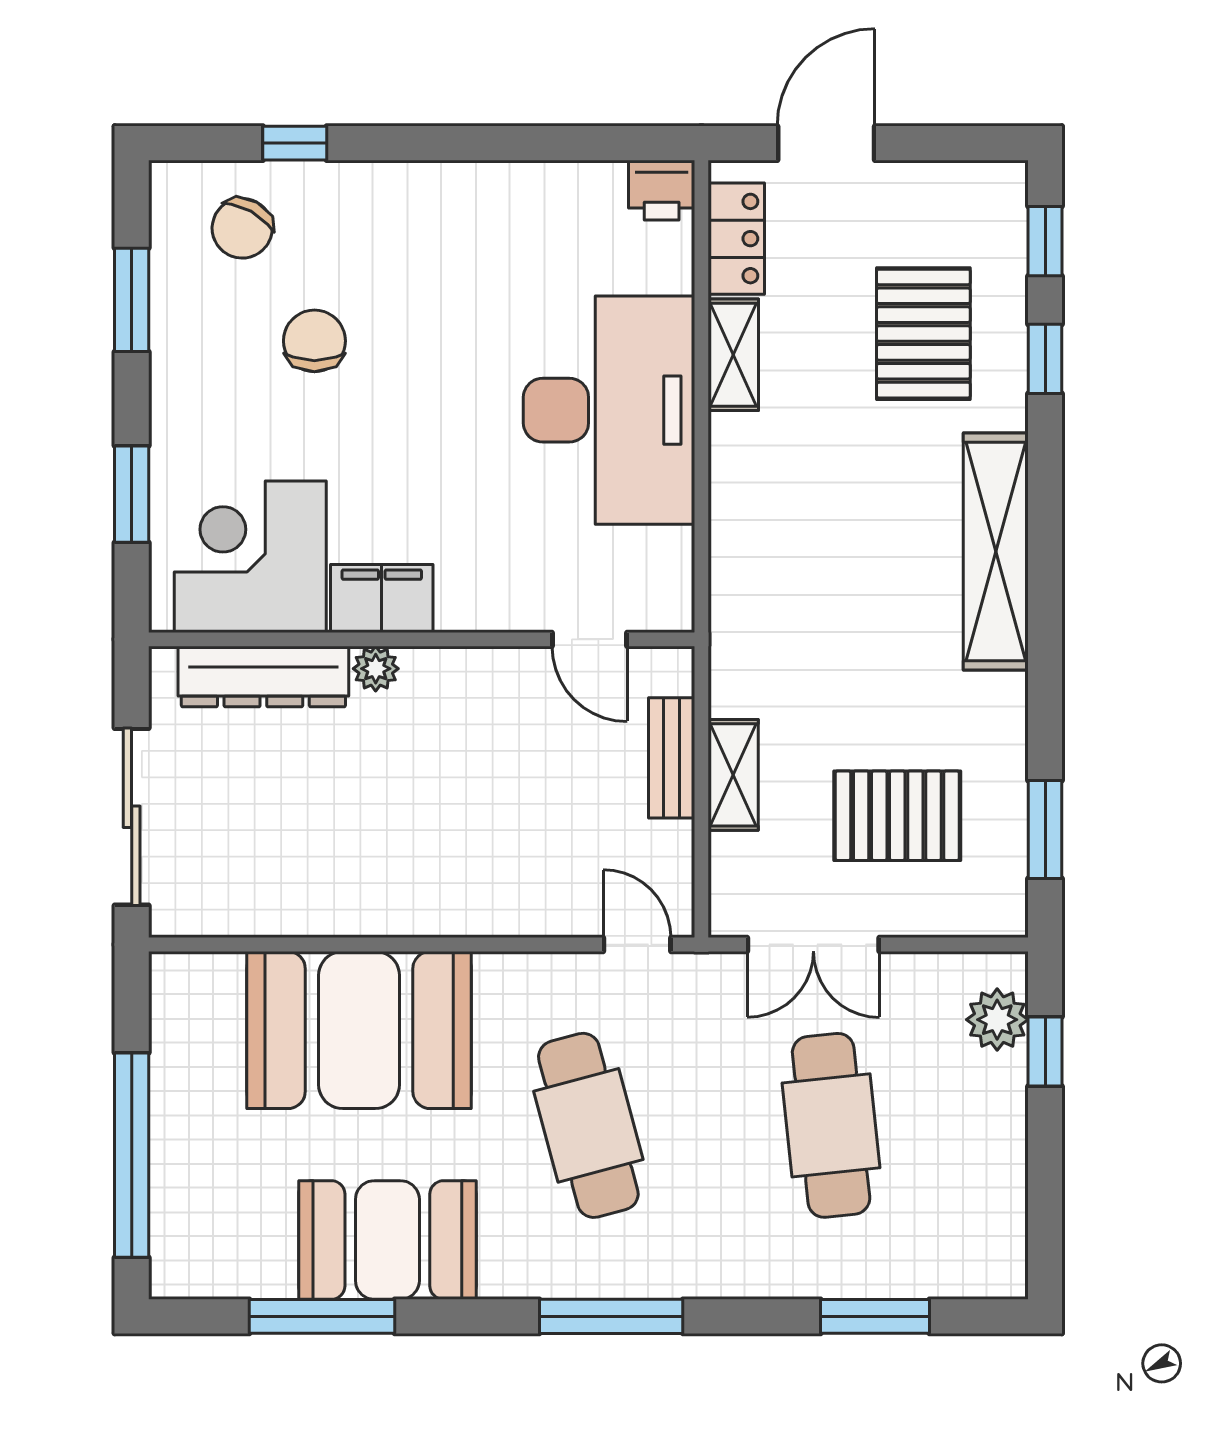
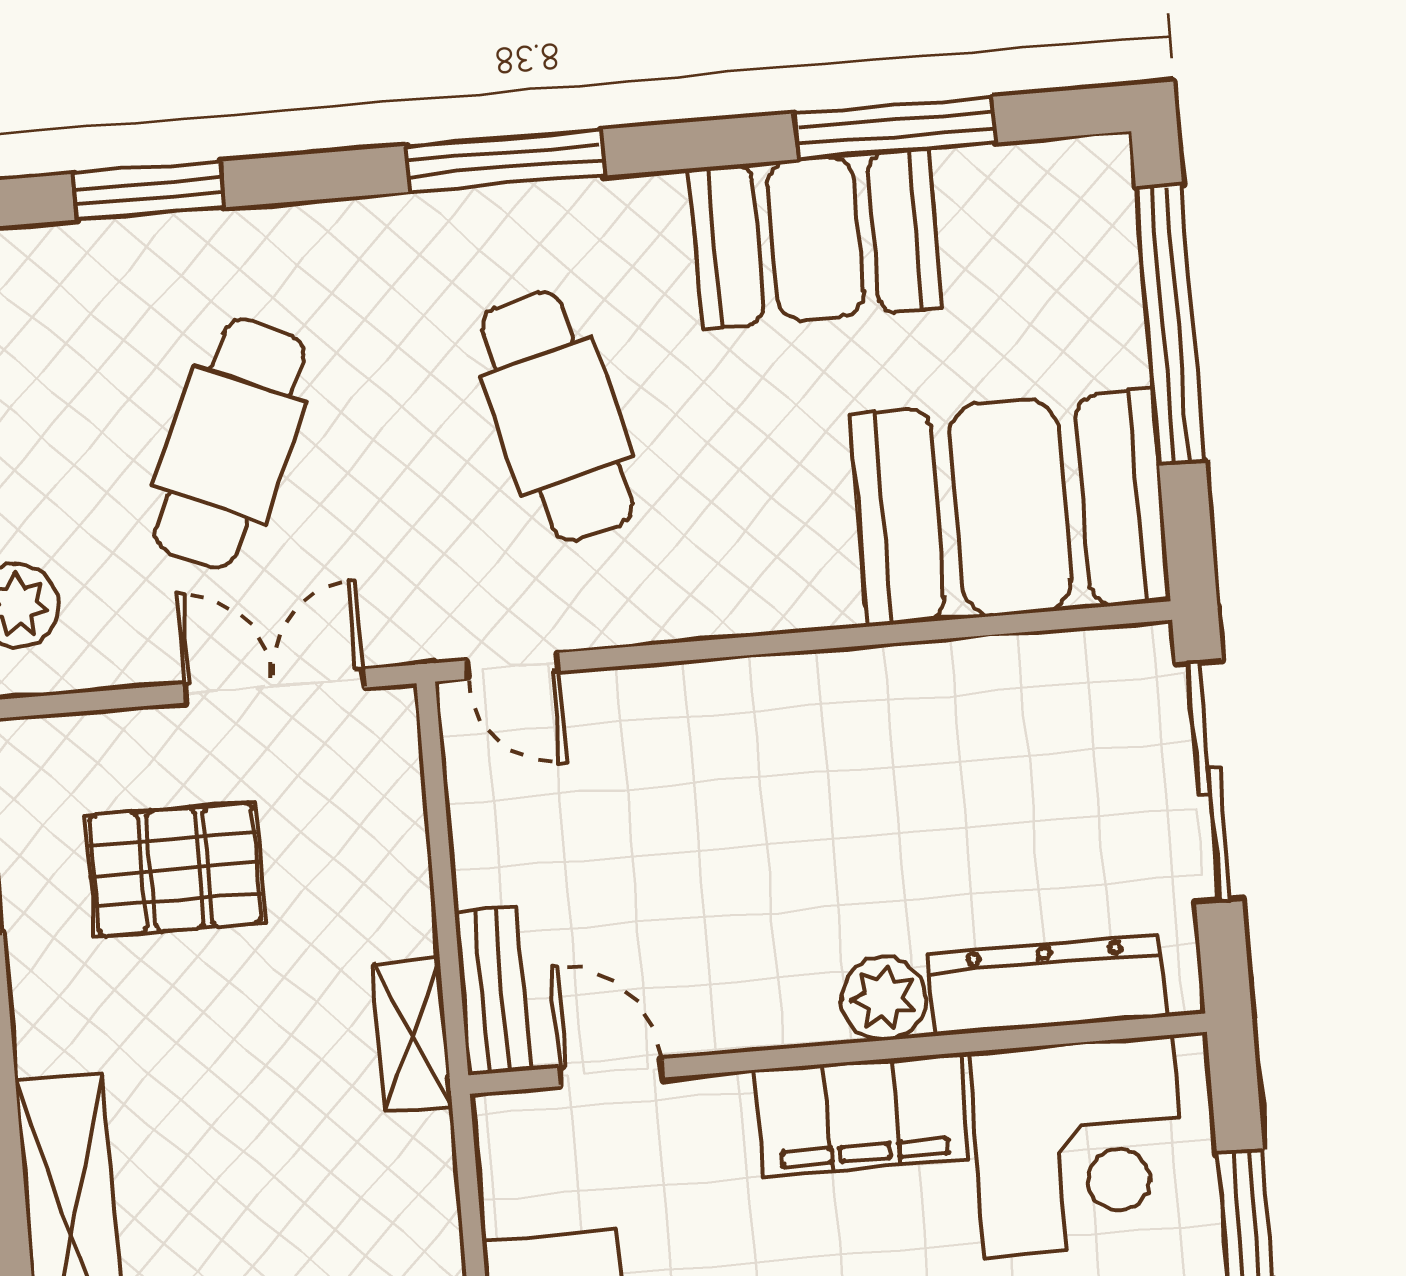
filing cabinet: (382, 598) -> (862, 1115), width x1.50, depth x1.17
plant: (376, 669) -> (884, 998), width x1.38, depth x1.38
bench: (672, 758) -> (492, 991), moved
shelving: (733, 775) -> (412, 1035), moved
booth: (359, 1030) -> (1010, 508), moved
cafe table: (831, 1125) -> (230, 444), turned 30

